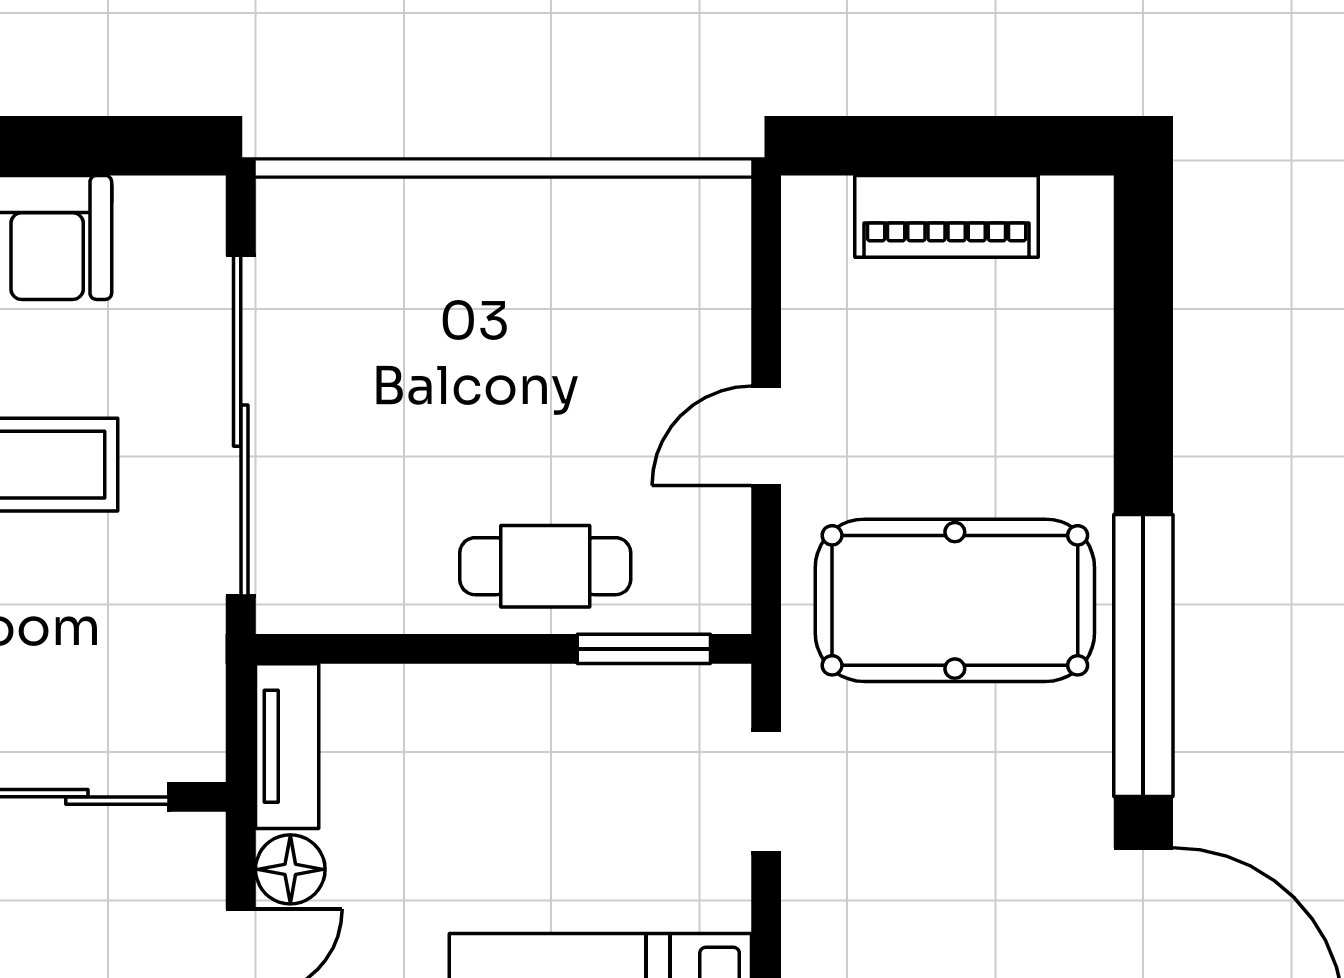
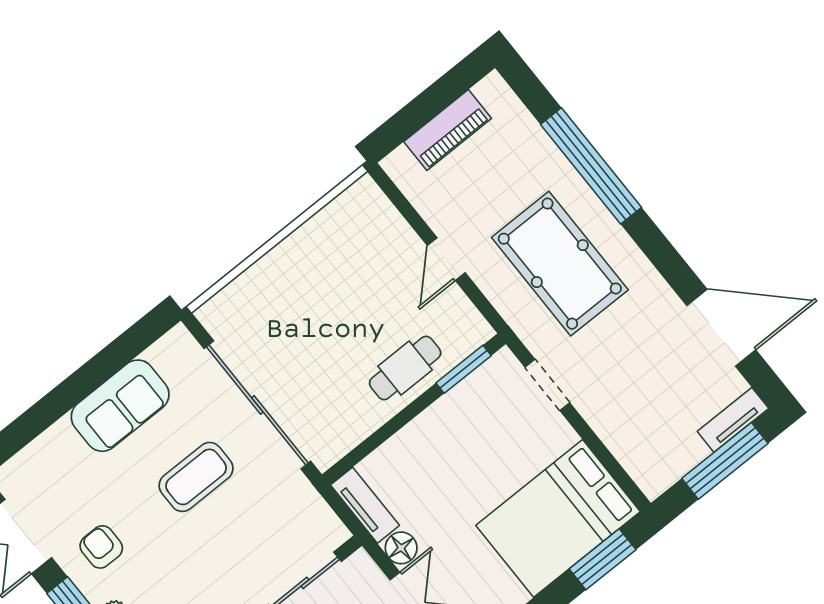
pool table: (955, 600) -> (560, 264), turned 90
window: (1143, 655) -> (591, 166), moved

